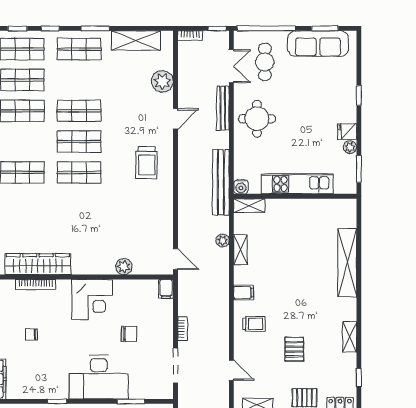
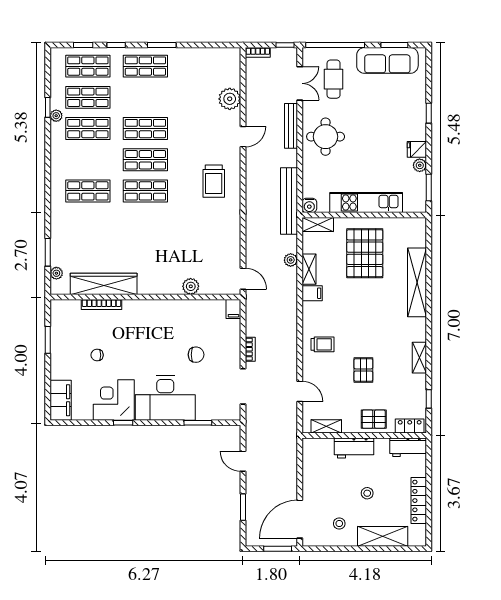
shelving: (136, 40) -> (203, 57), removed
pallet: (296, 234) -> (365, 253), added
filing cabinet: (244, 293) -> (312, 293), moved
corner desk: (92, 300) -> (114, 400), moved, turned 180

